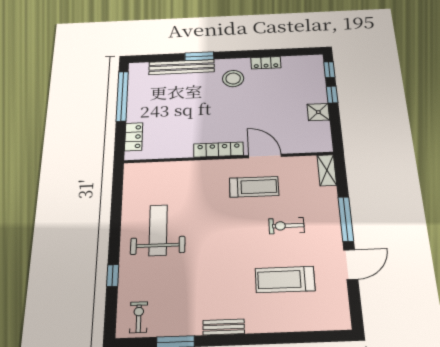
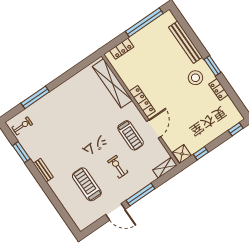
window: (199, 56) -> (212, 66), moved
window: (332, 95) -> (201, 153), moved
shower: (318, 112) -> (182, 154), moved
shelving: (169, 171) -> (112, 83), added
weight bench: (158, 230) -> (74, 102), removed
window: (113, 275) -> (35, 97), width x2.17

